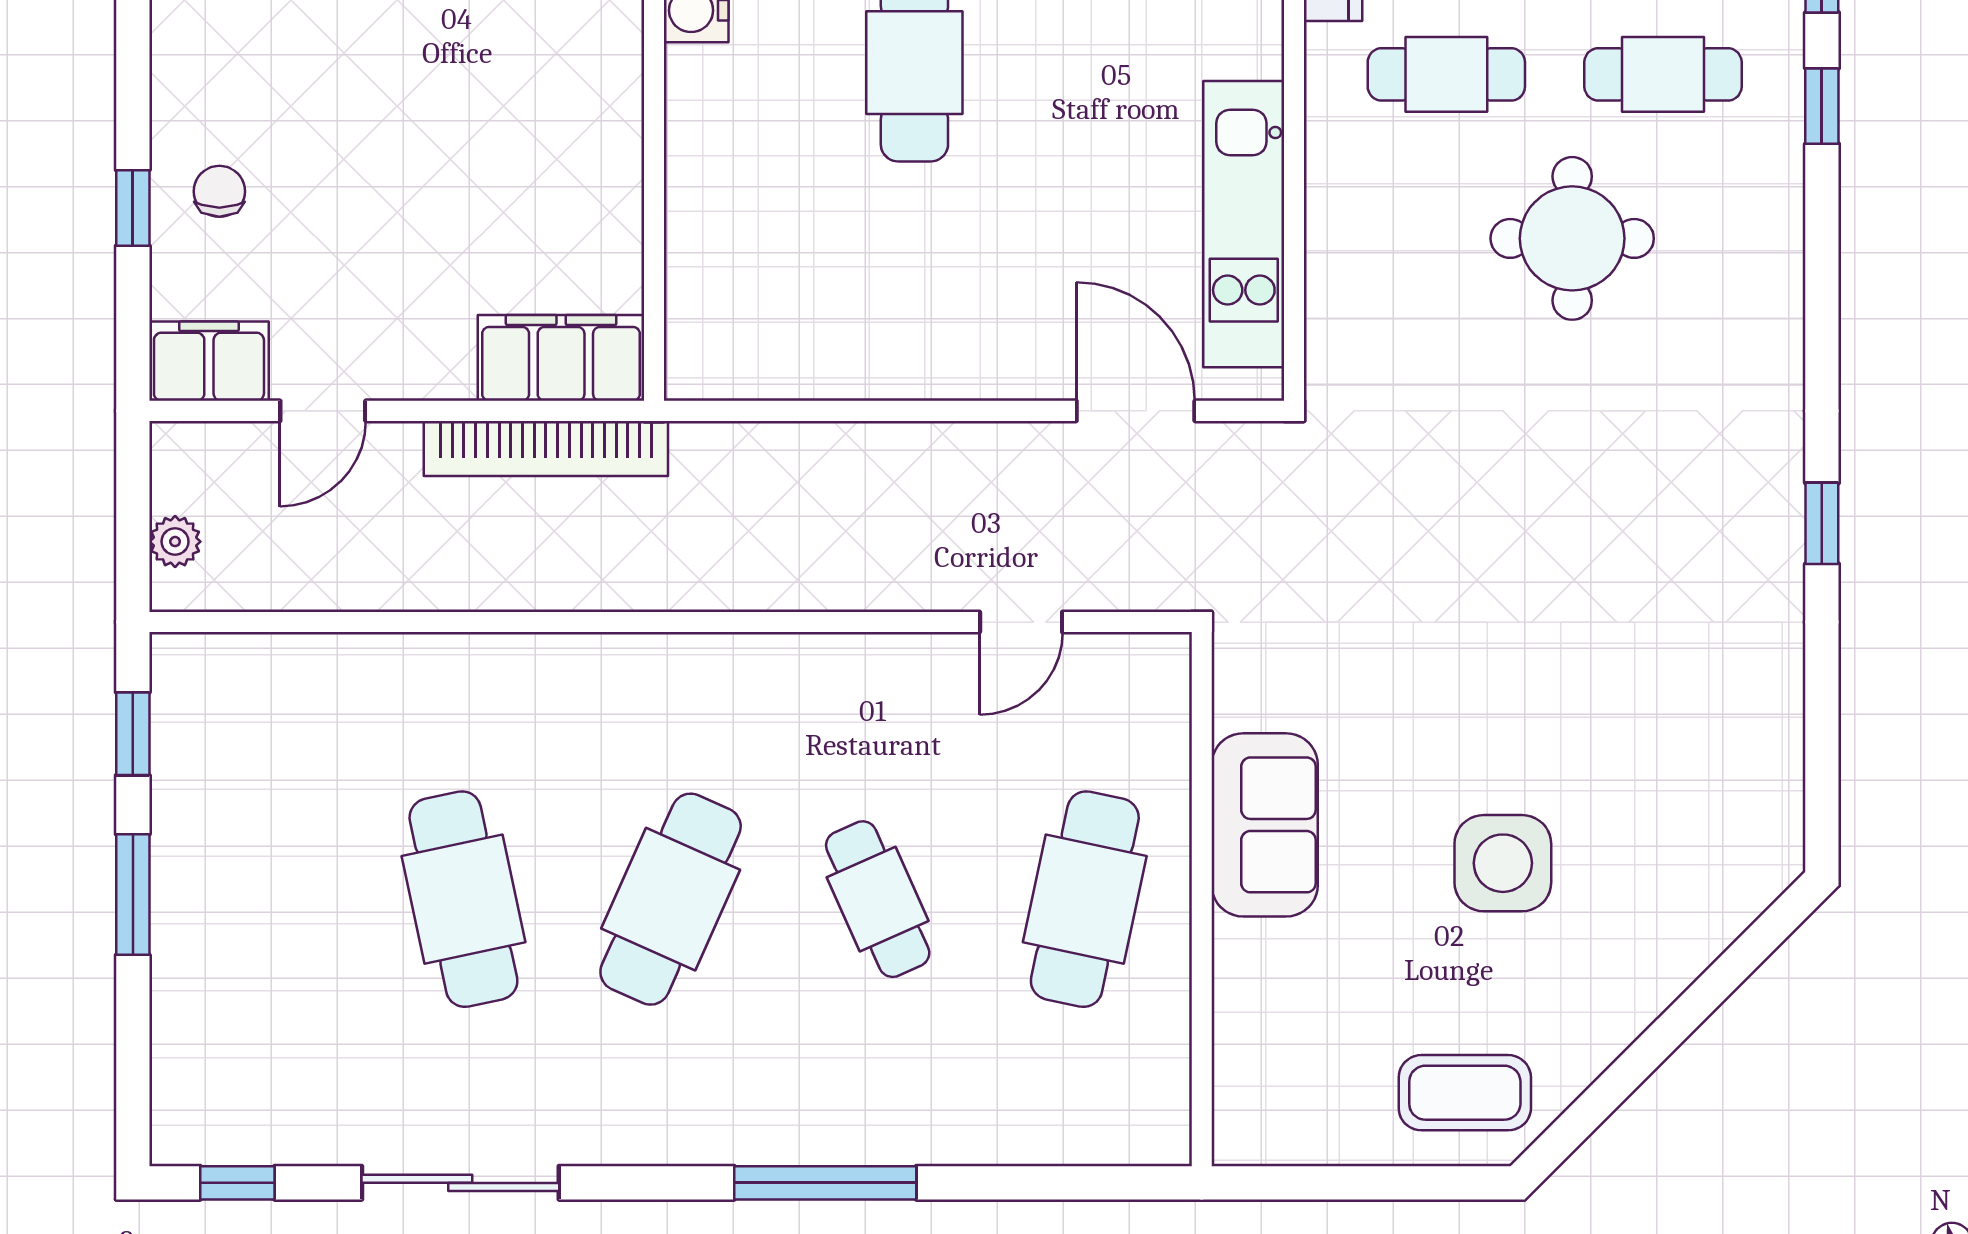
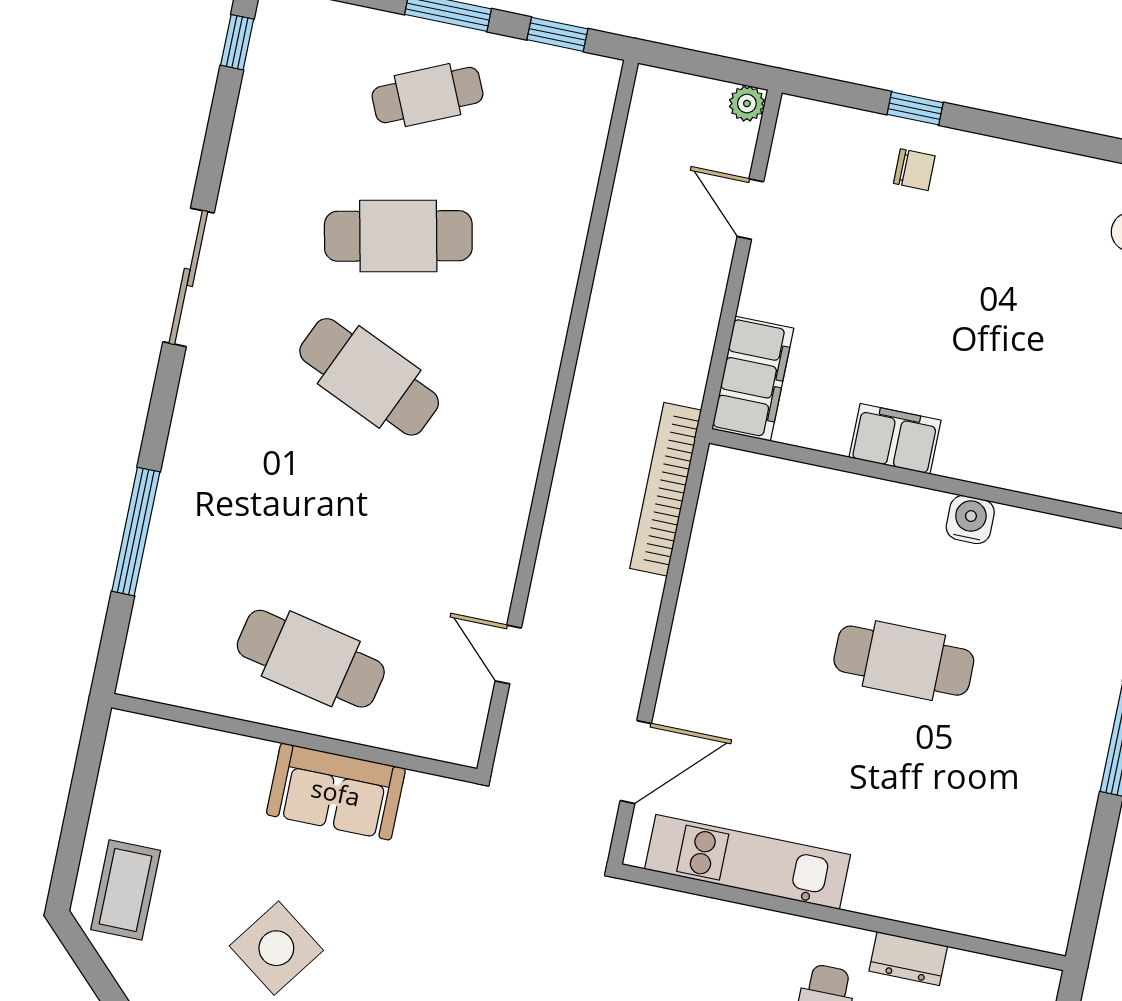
filing cabinet: (209, 361) -> (895, 439), moved, turned -90
bookcase: (546, 448) -> (666, 489), moved
plant: (175, 542) -> (747, 104), moved
side table: (1503, 863) -> (276, 948), turned 36
cafe table: (878, 899) -> (427, 95), moved
sliding door: (460, 1183) -> (188, 277), moved
window: (825, 1183) -> (136, 532), moved

